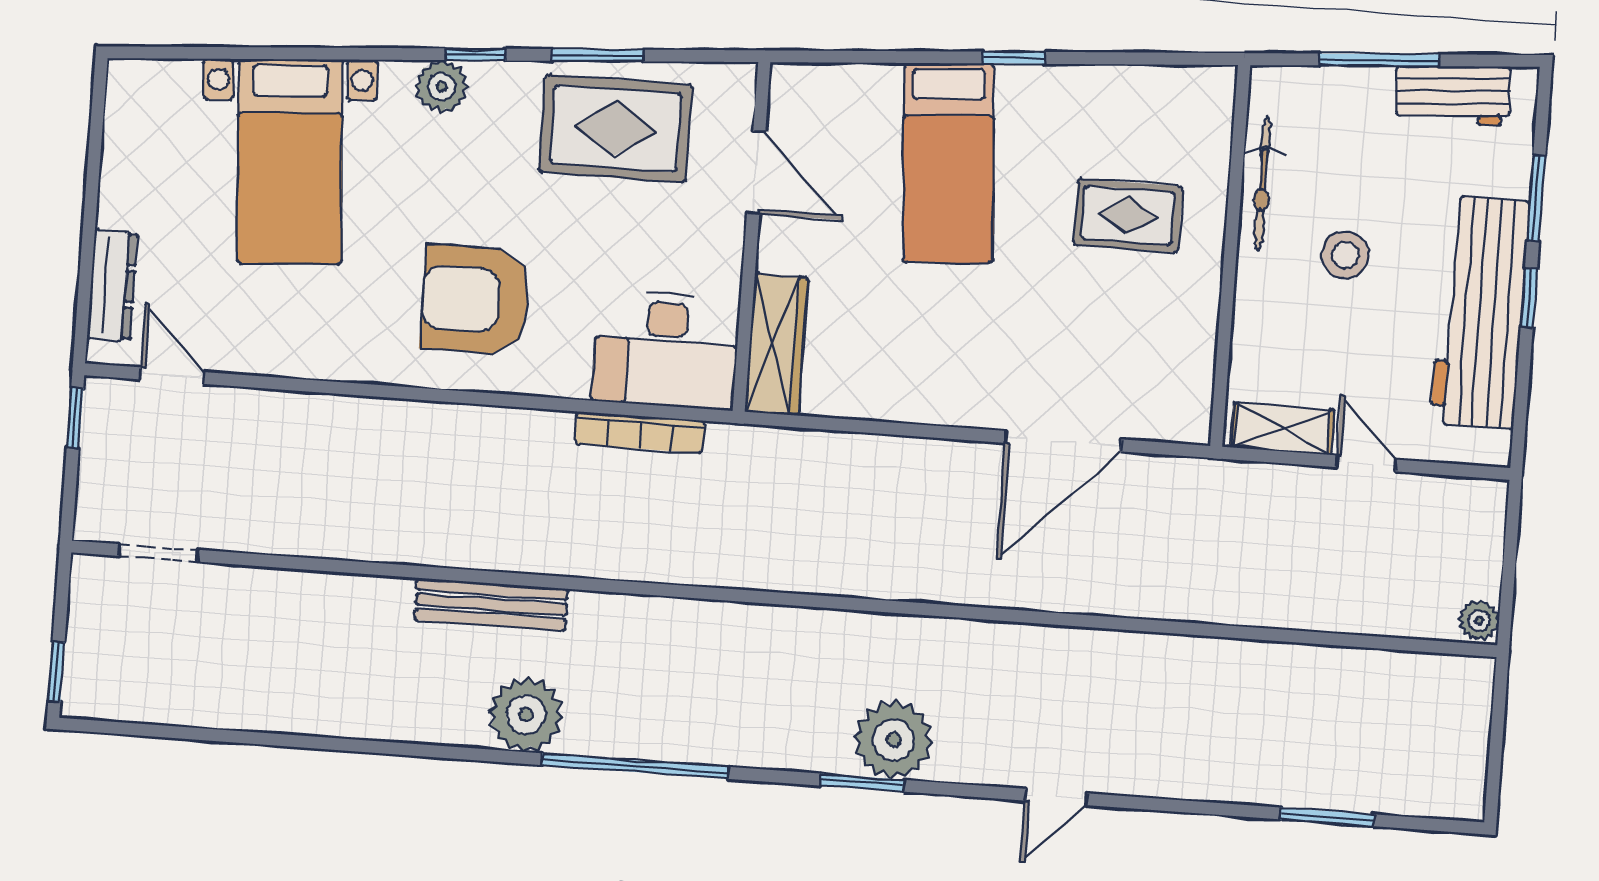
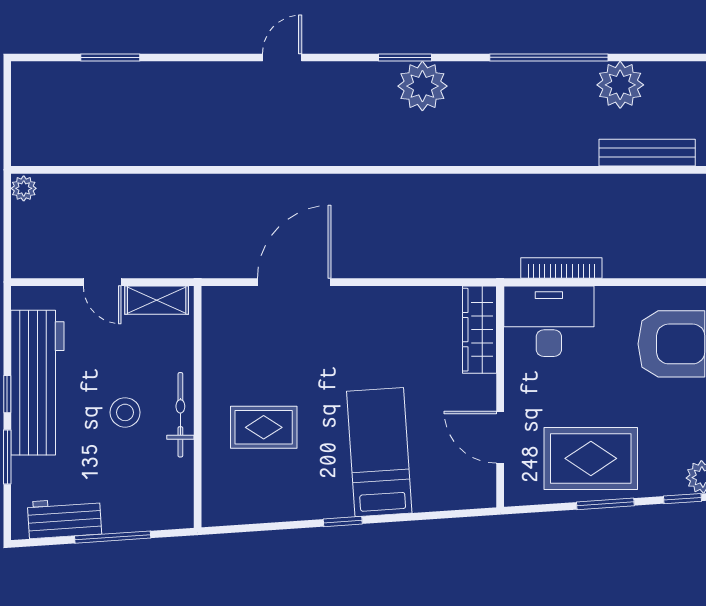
bicycle: (1263, 184) -> (180, 415), moved
plant: (894, 740) -> (422, 86), moved

